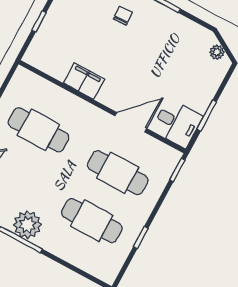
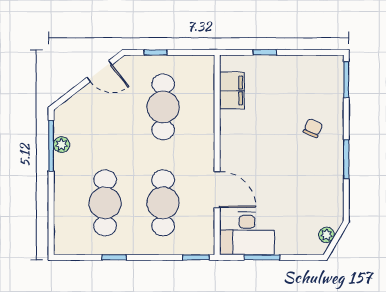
chair: (123, 16) -> (313, 128), turned -64
filing cabinet: (84, 81) -> (232, 90), moved
desk: (177, 123) -> (247, 233), width x1.37
plant: (27, 225) -> (62, 145), width x0.53, depth x0.53

